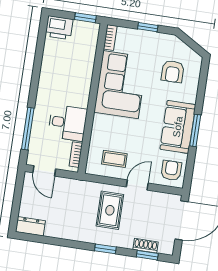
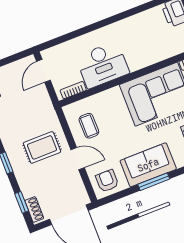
desk: (68, 123) -> (102, 65), width x1.37
window: (28, 129) -> (72, 35), removed
armchair: (171, 170) -> (107, 181), turned -90
shoe rack: (146, 246) -> (34, 209), moved

